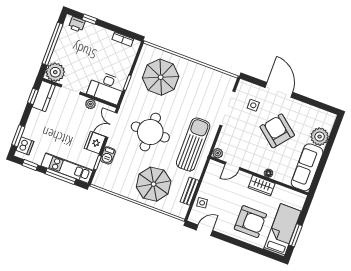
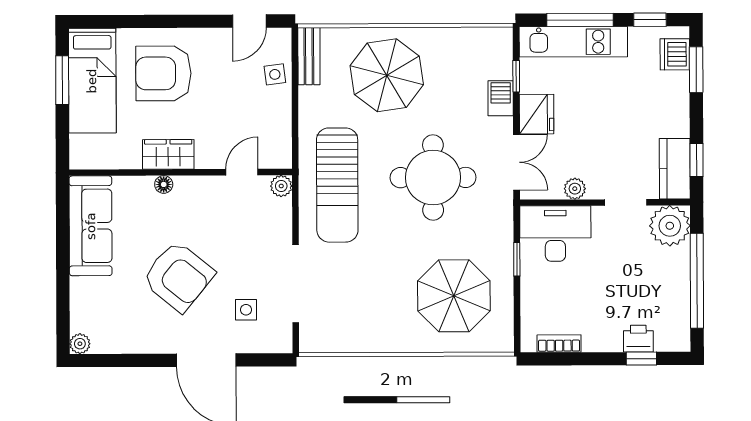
printer: (77, 24) -> (638, 339), moved
plant: (320, 137) -> (80, 344), moved, width x0.53, depth x0.53
bench: (190, 191) -> (309, 56), moved

